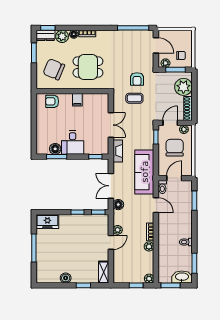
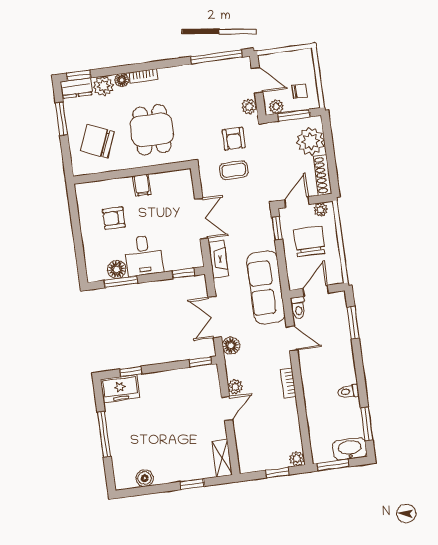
dining table: (88, 67) -> (152, 130), turned 90
armchair: (52, 101) -> (114, 218), moved
window: (78, 212) -> (131, 371), moved
plant: (149, 246) -> (249, 107), moved
boiler: (66, 278) -> (145, 478), moved

